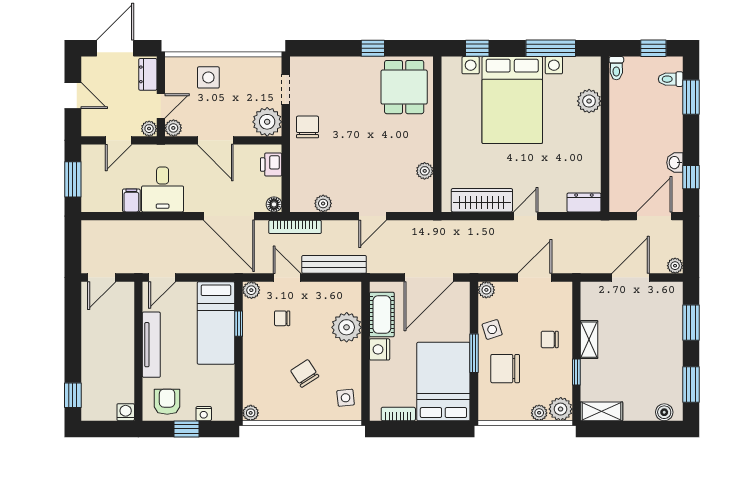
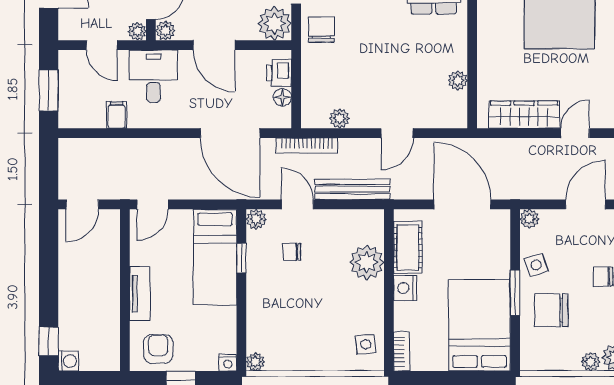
door: (119, 140) -> (102, 45), hinge flipped
desk: (163, 189) -> (153, 76), moved, turned 180
floor lamp: (274, 204) -> (282, 97), moved
door: (429, 278) -> (462, 204), swing flipped
tv unit: (151, 345) -> (140, 294), width x0.71
chair: (305, 373) -> (318, 316), removed
washing machine: (126, 412) -> (68, 361), moved, turned 90
nightstand: (204, 414) -> (228, 363), moved
bookcase: (398, 414) -> (402, 351), moved, turned 90

